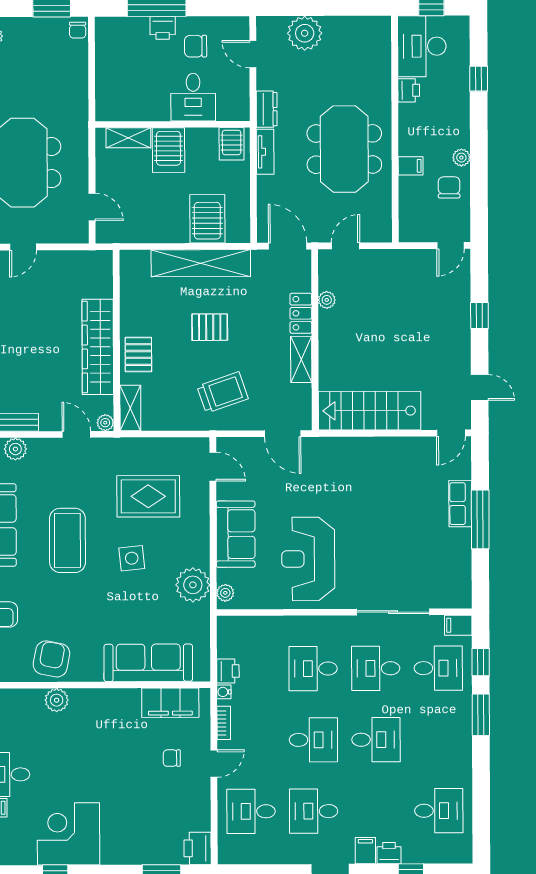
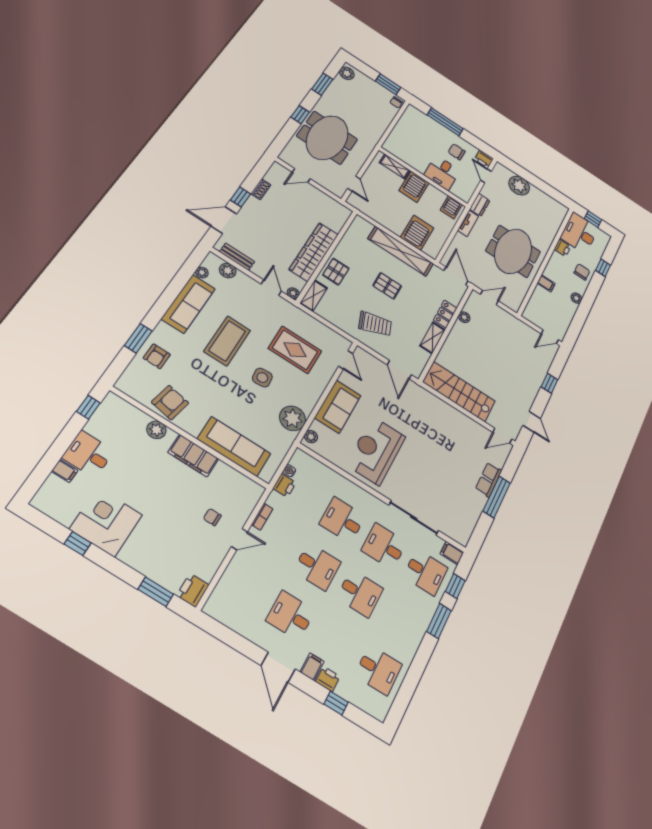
printer: (163, 28) -> (484, 159), moved
chair: (449, 187) -> (582, 272), moved
water cooler: (224, 692) -> (289, 471), moved
filing cabinet: (170, 703) -> (193, 456), moved
desk: (251, 811) -> (246, 588), removed

